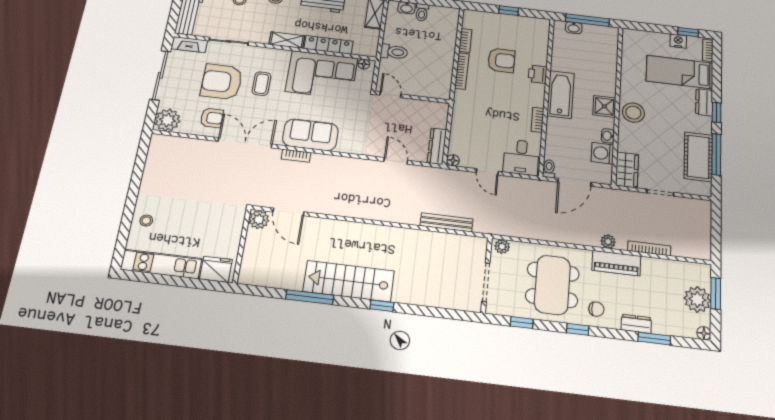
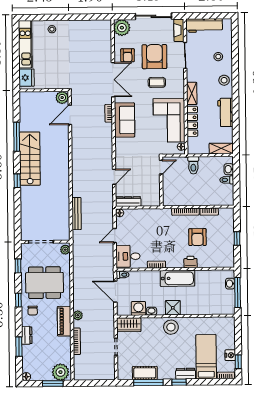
cot: (698, 157) -> (145, 373), width x0.73, depth x0.75
plant: (697, 299) -> (60, 372), moved

